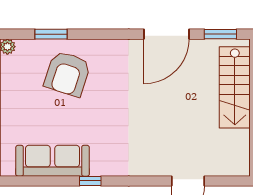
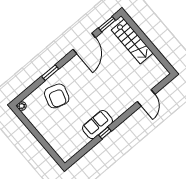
window: (51, 34) -> (50, 73), moved
sofa: (53, 161) -> (97, 125), moved, width x0.73

